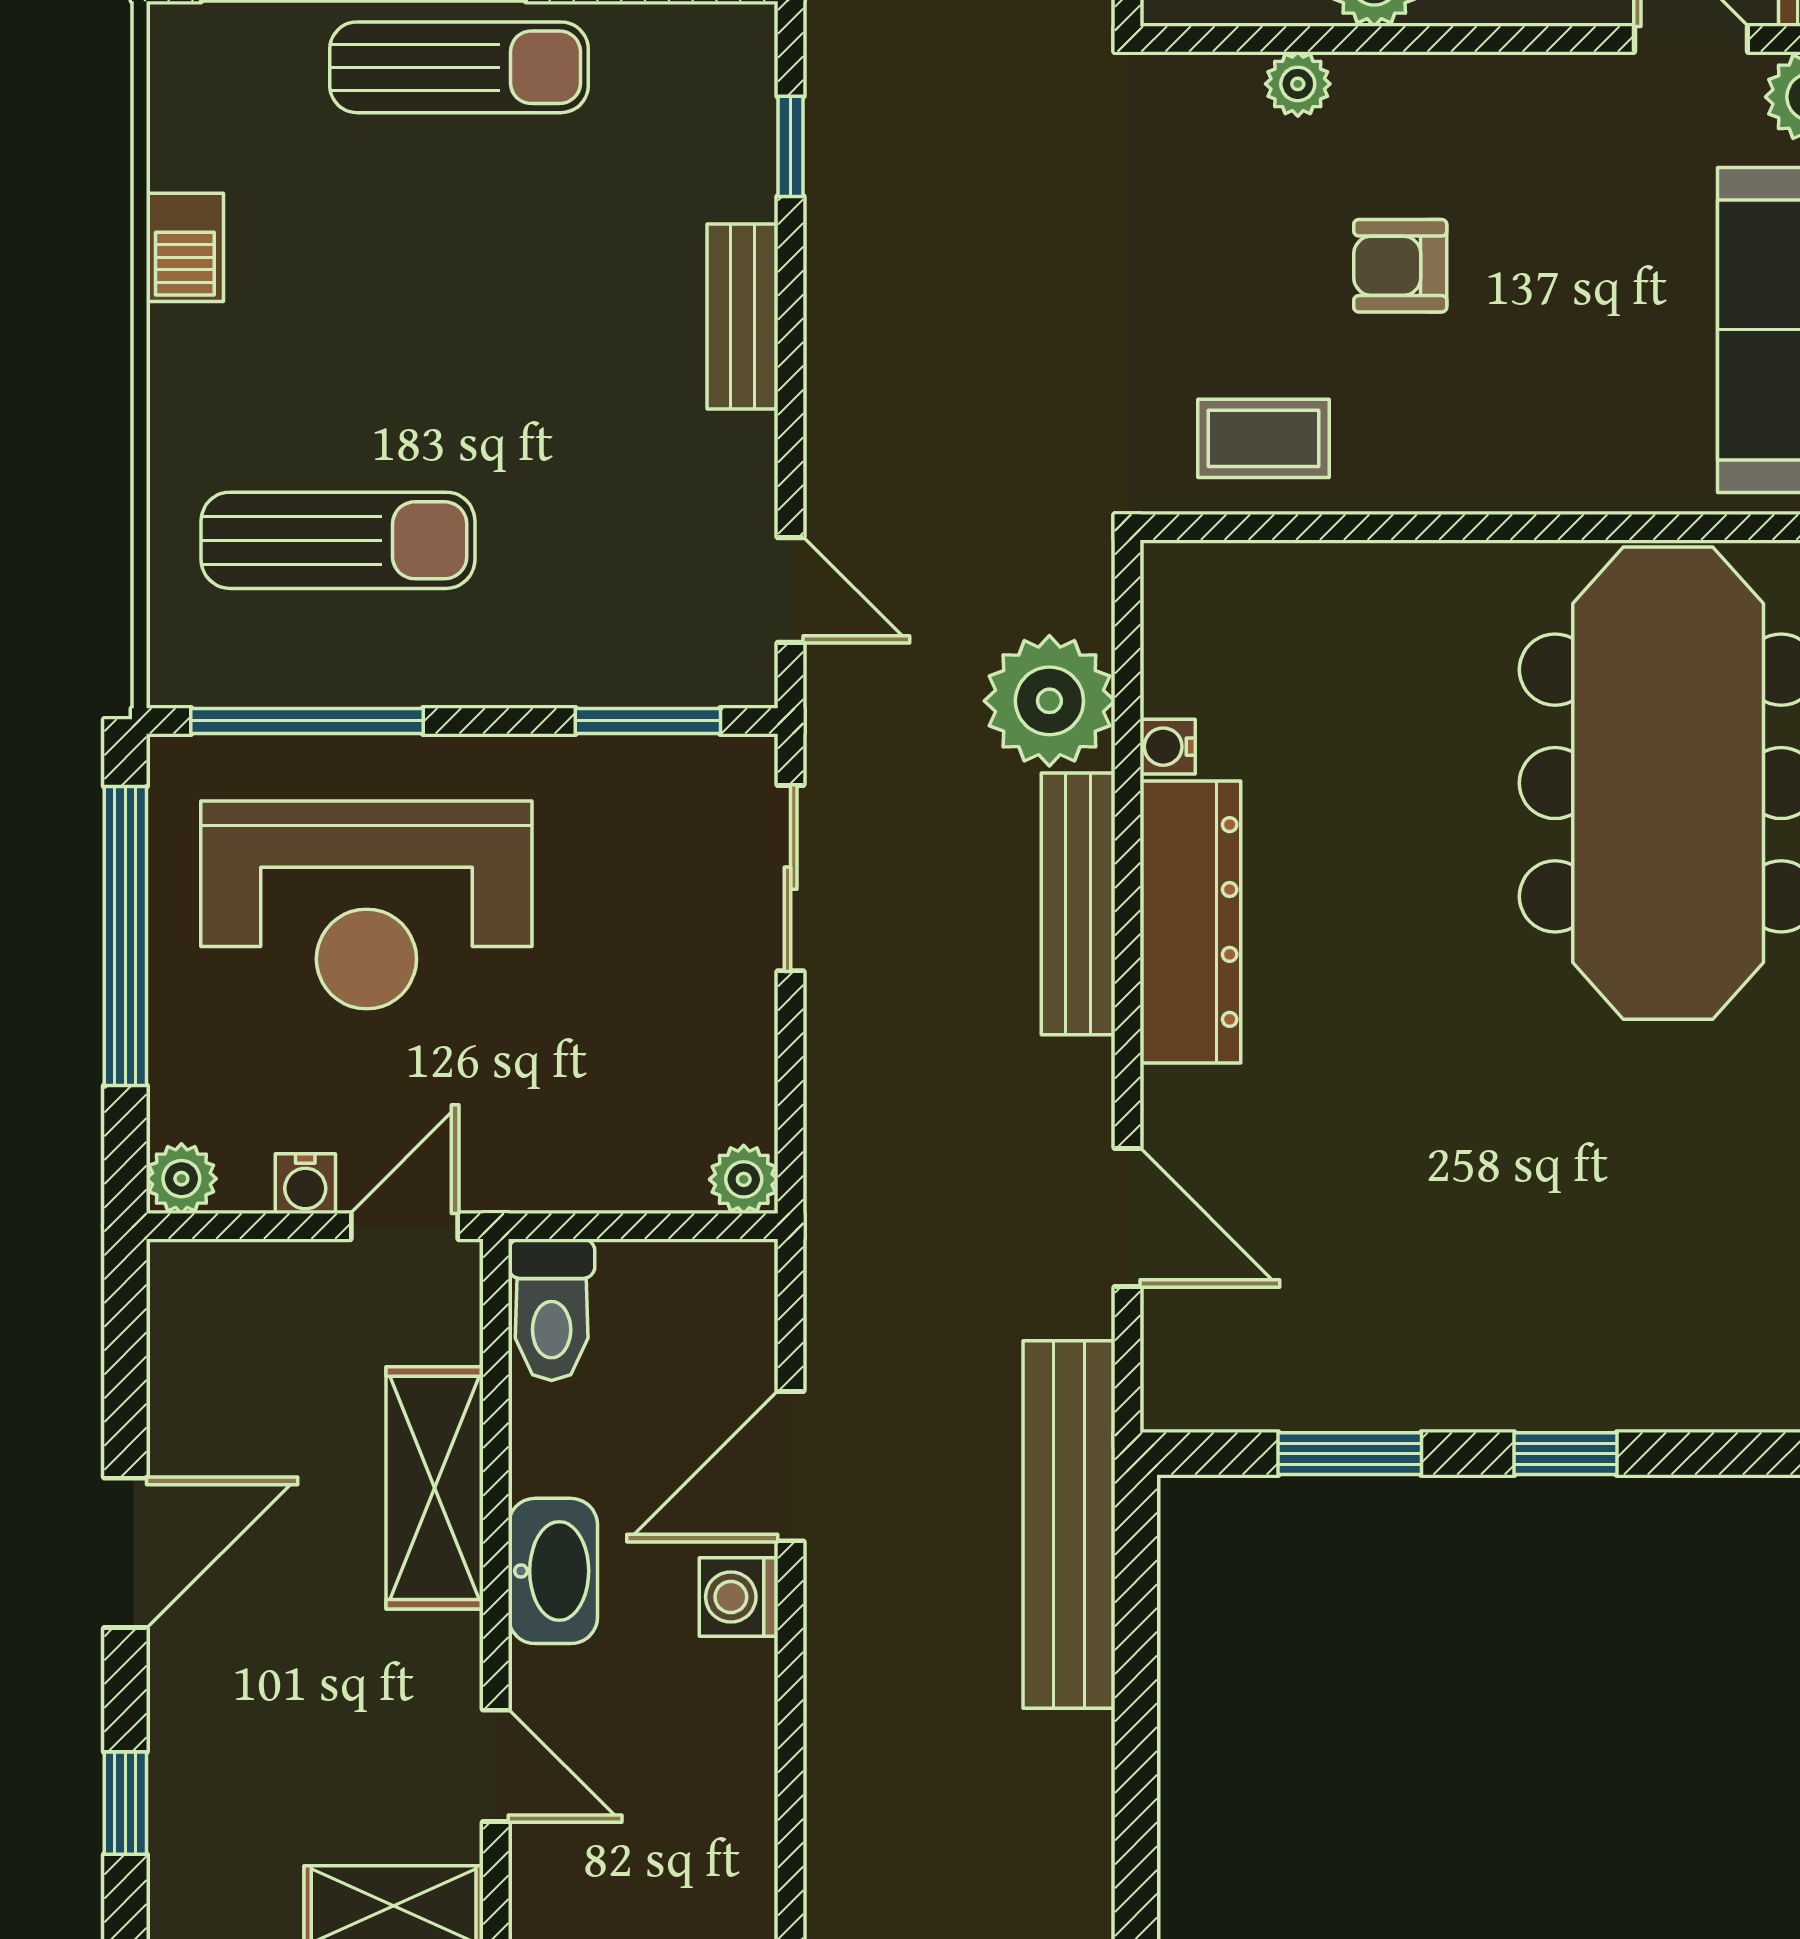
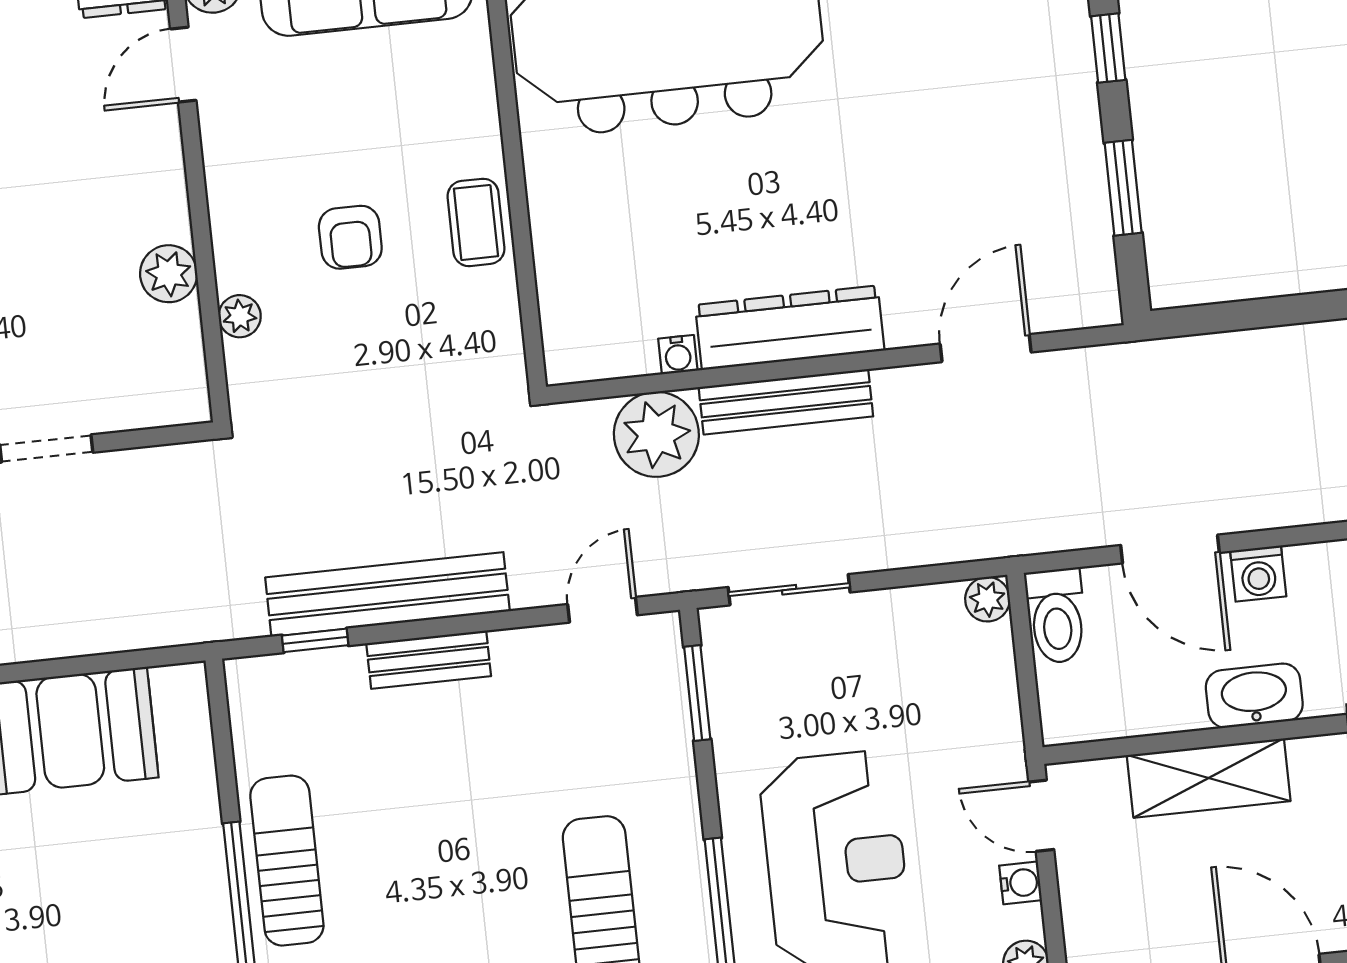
coffee table: (1264, 438) -> (476, 222), moved
toilet: (552, 1310) -> (1056, 616), moved, turned 90
bench: (1069, 1525) -> (387, 594), moved

